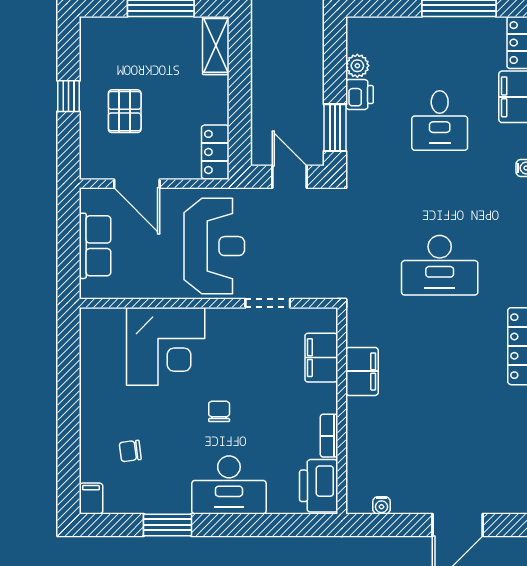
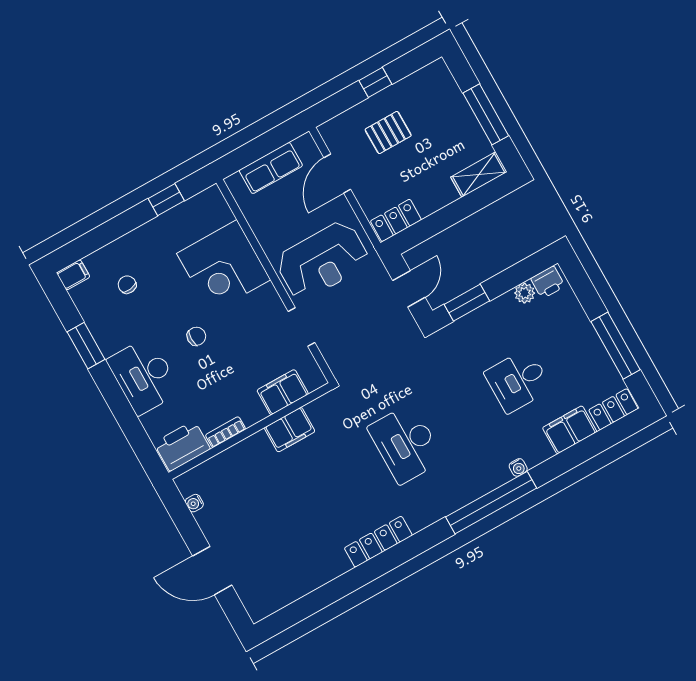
printer: (360, 94) -> (548, 282), moved
window: (68, 366) -> (166, 200), added

